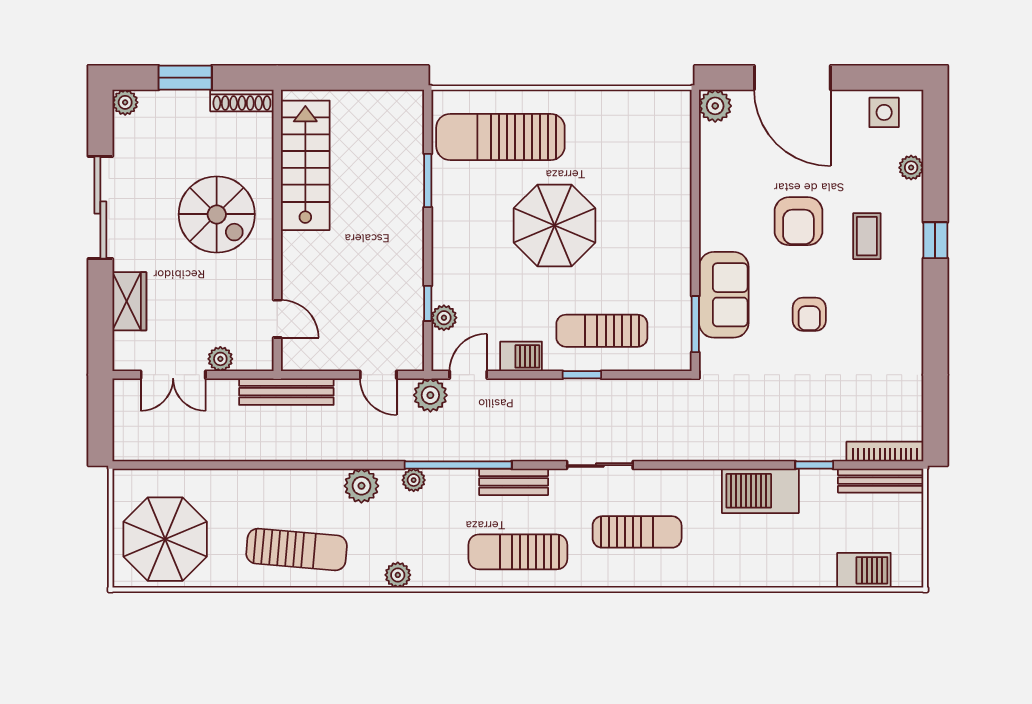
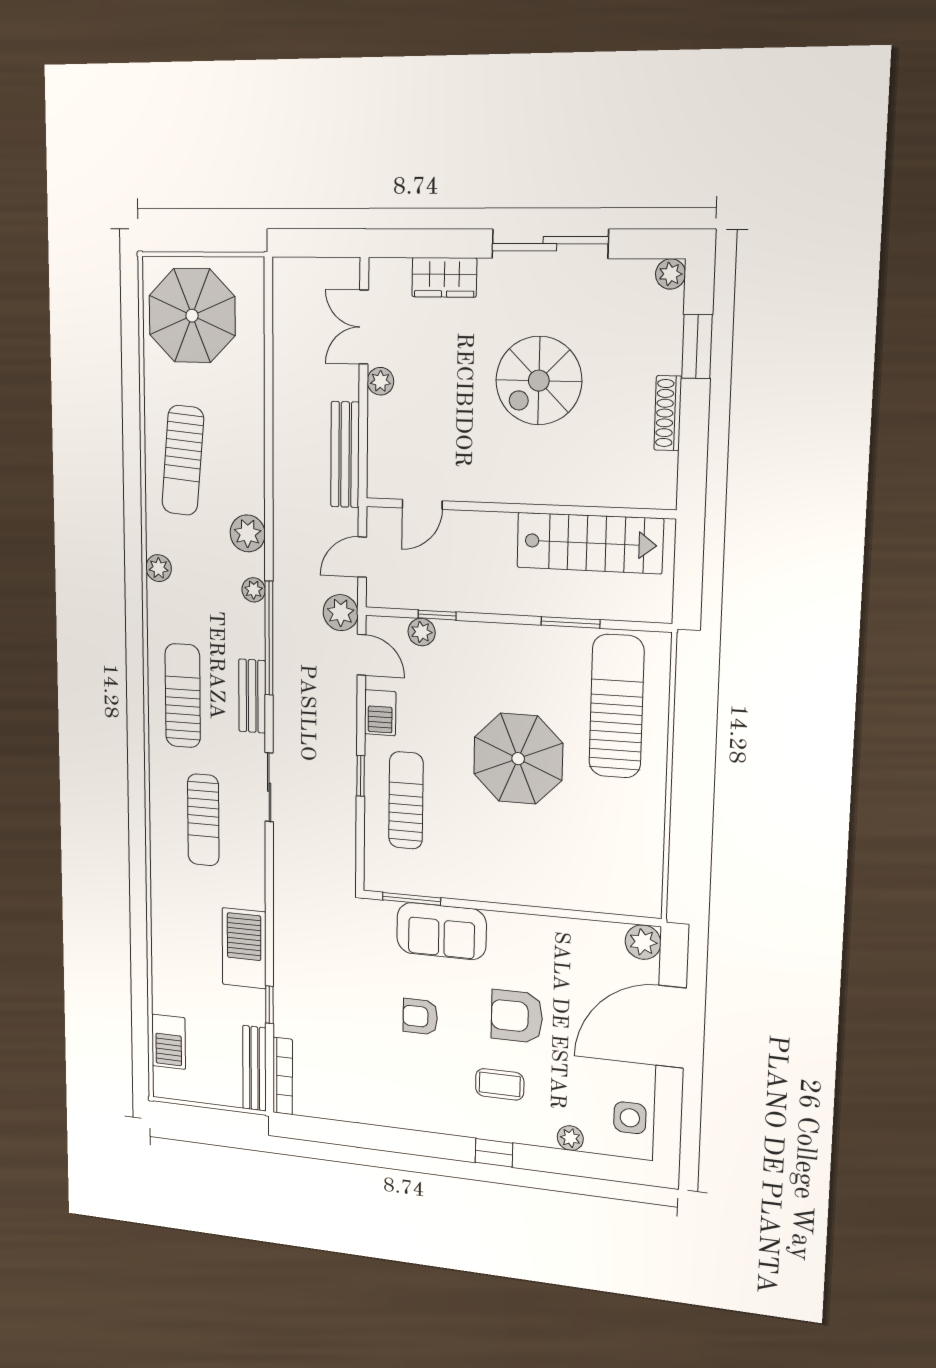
stairs: (305, 165) -> (590, 543), moved
wall: (277, 230) -> (518, 508), moved
door: (277, 319) -> (422, 504), moved

